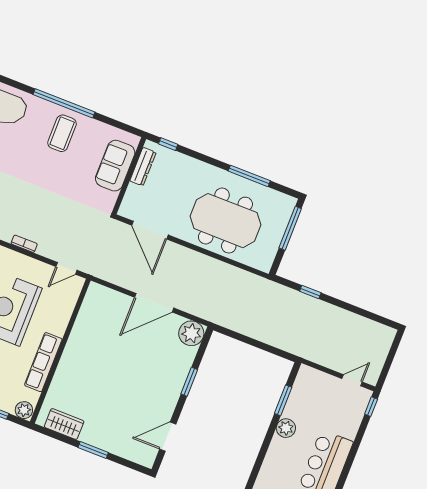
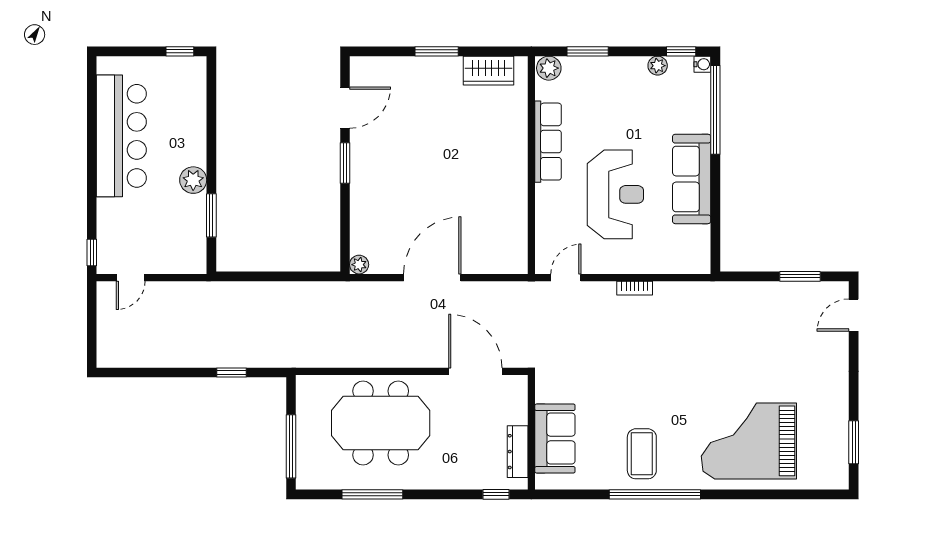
plant: (191, 333) -> (359, 265), width x0.53, depth x0.53
window: (189, 382) -> (345, 163), moved

